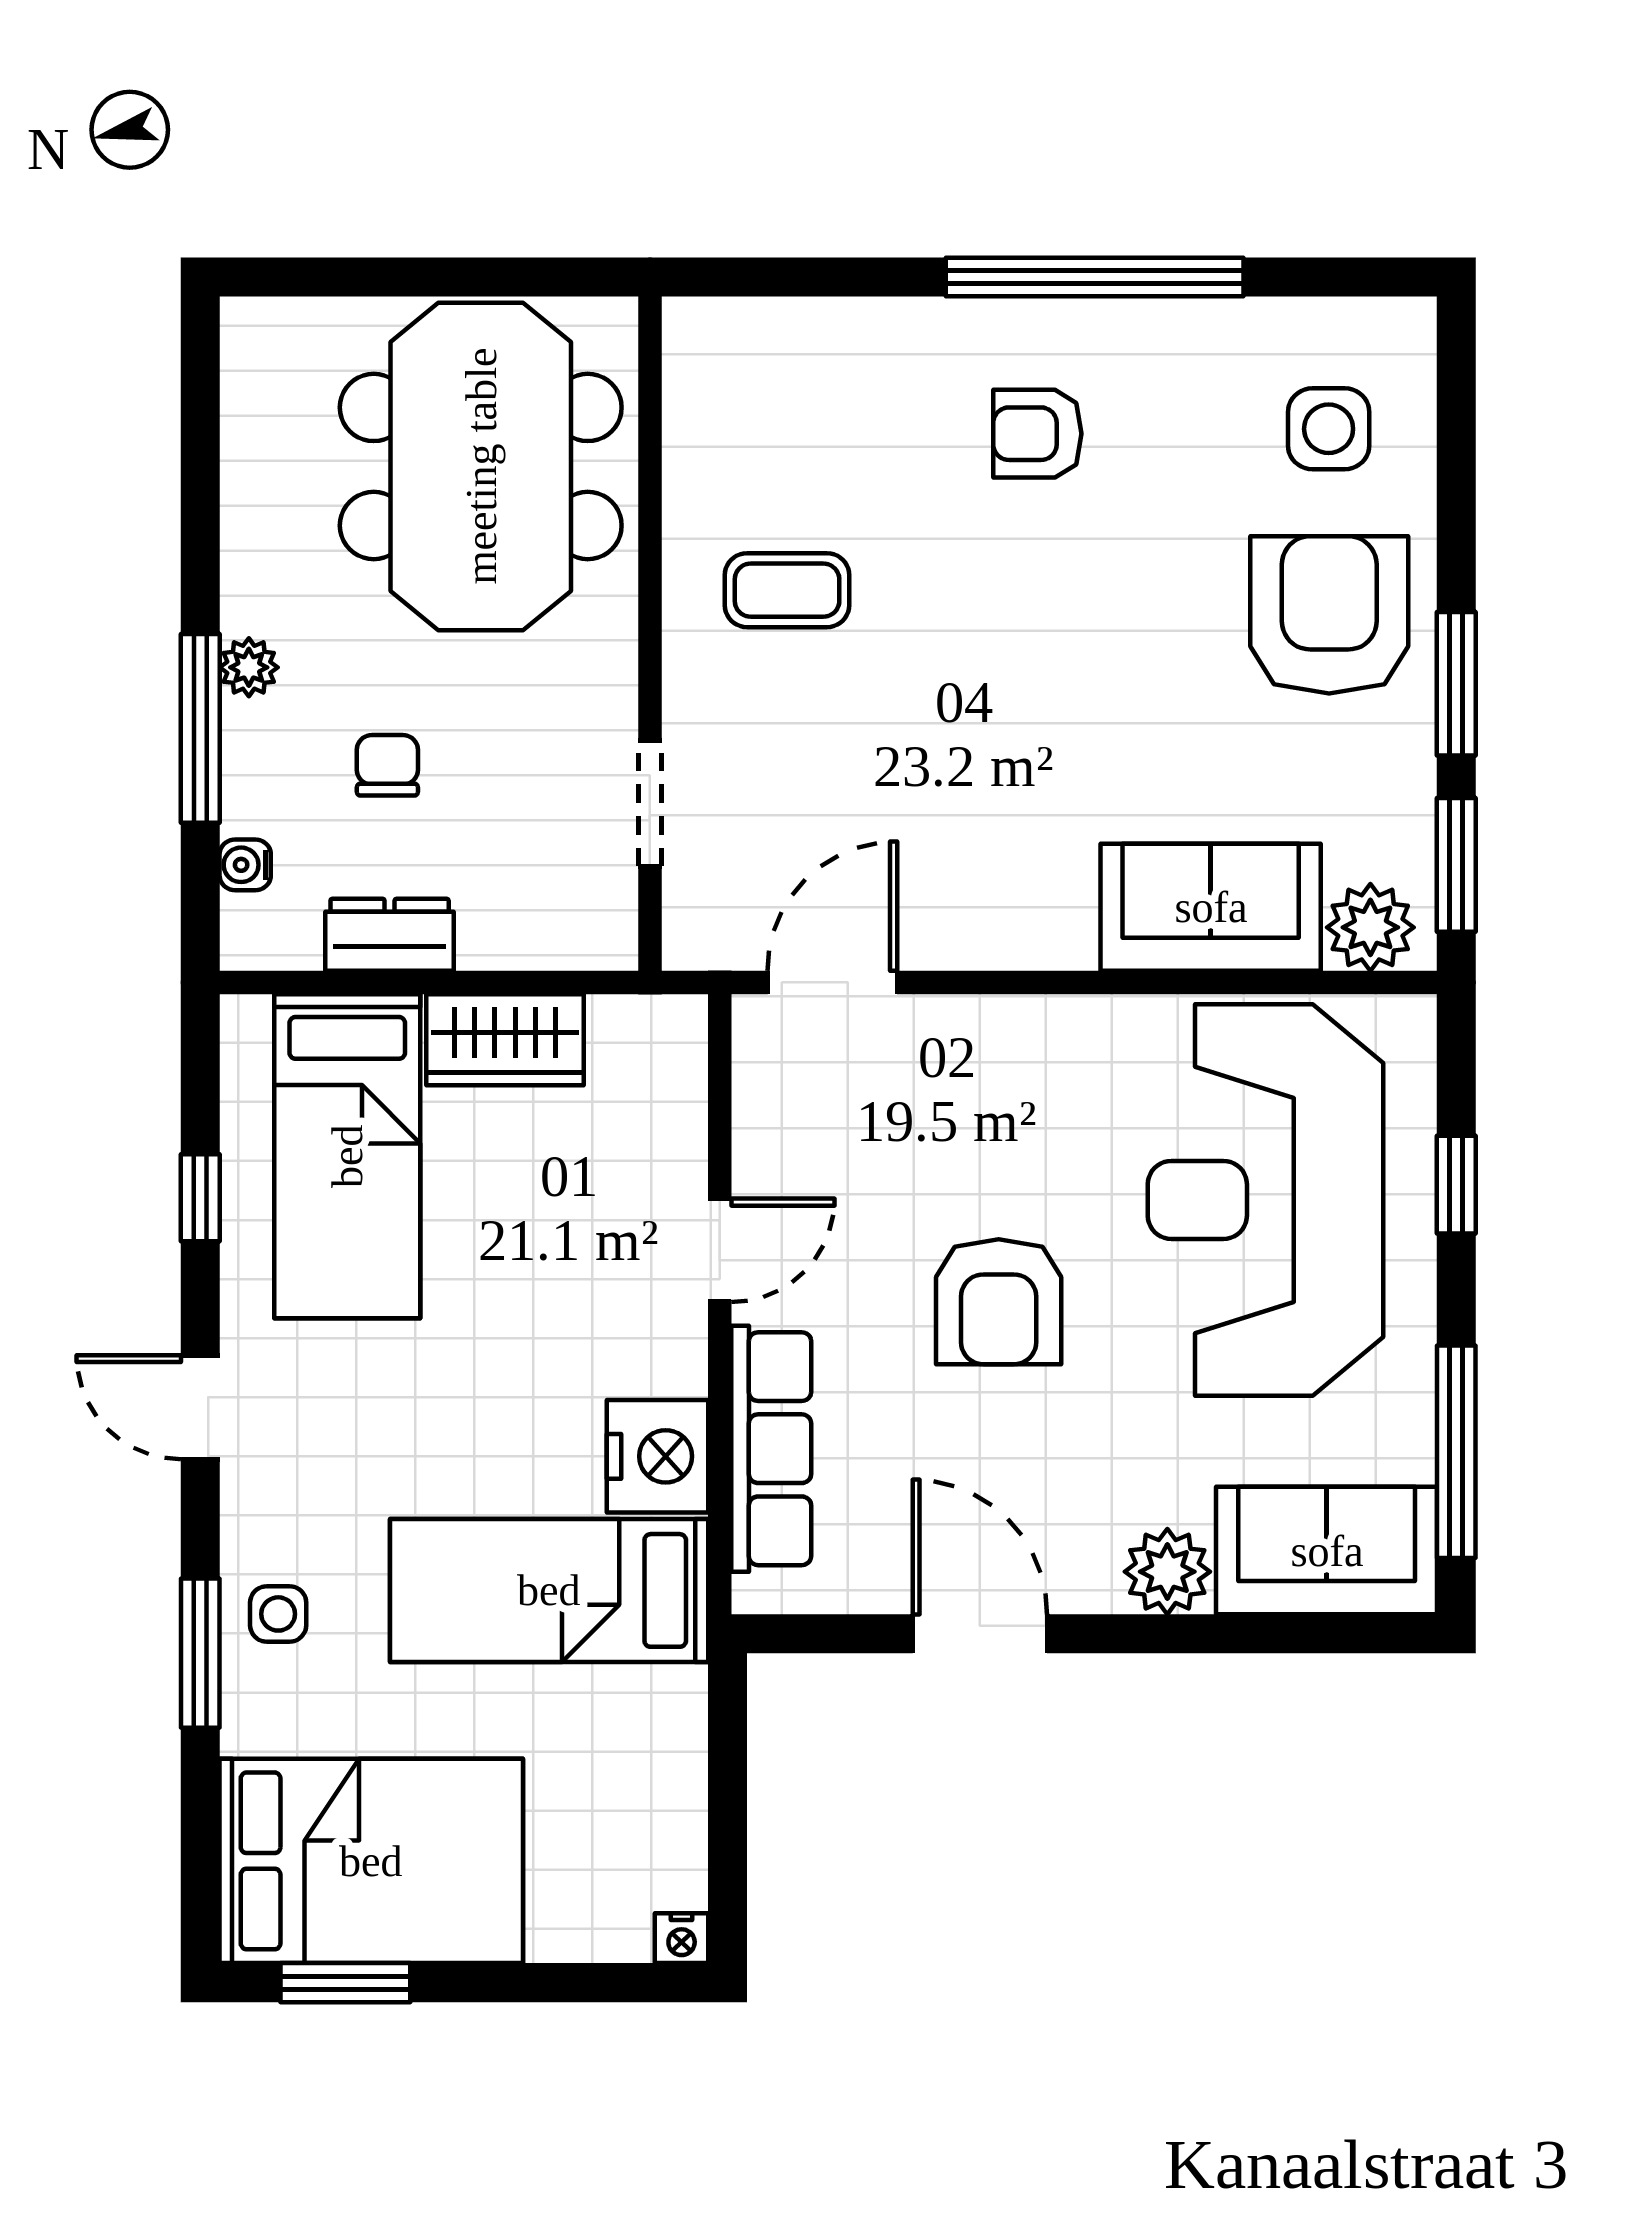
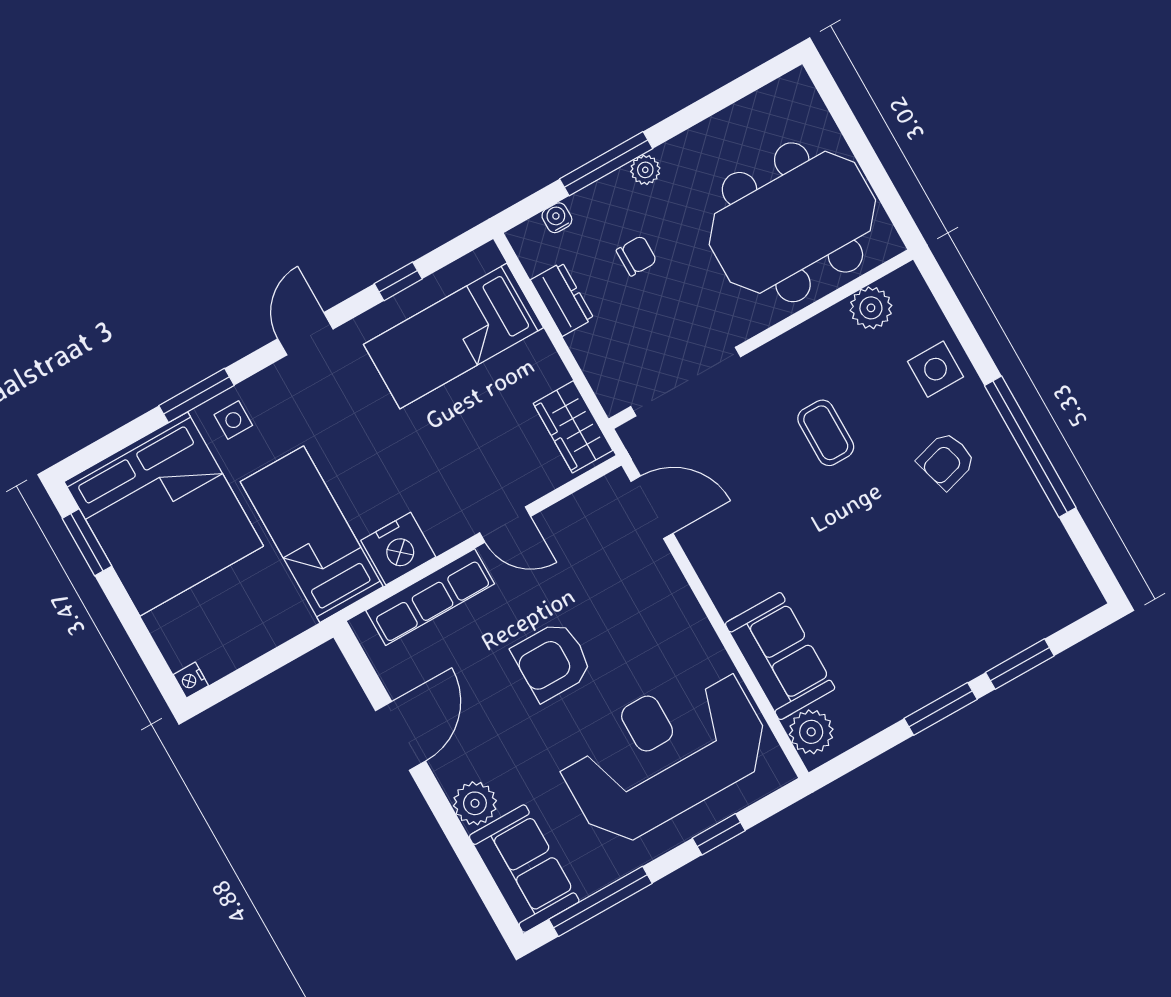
plant: (703, 415) -> (871, 308), added
side table: (1329, 429) -> (936, 369), moved
armchair: (1037, 434) -> (946, 461), turned -106
coffee table: (787, 590) -> (826, 433), moved
armchair: (1329, 615) -> (939, 635), removed
doorway: (650, 803) -> (686, 382), width x1.87
window: (1456, 865) -> (1020, 664), moved
wardrobe: (505, 1040) -> (573, 427), moved
bed: (371, 1861) -> (164, 514), width x1.36

